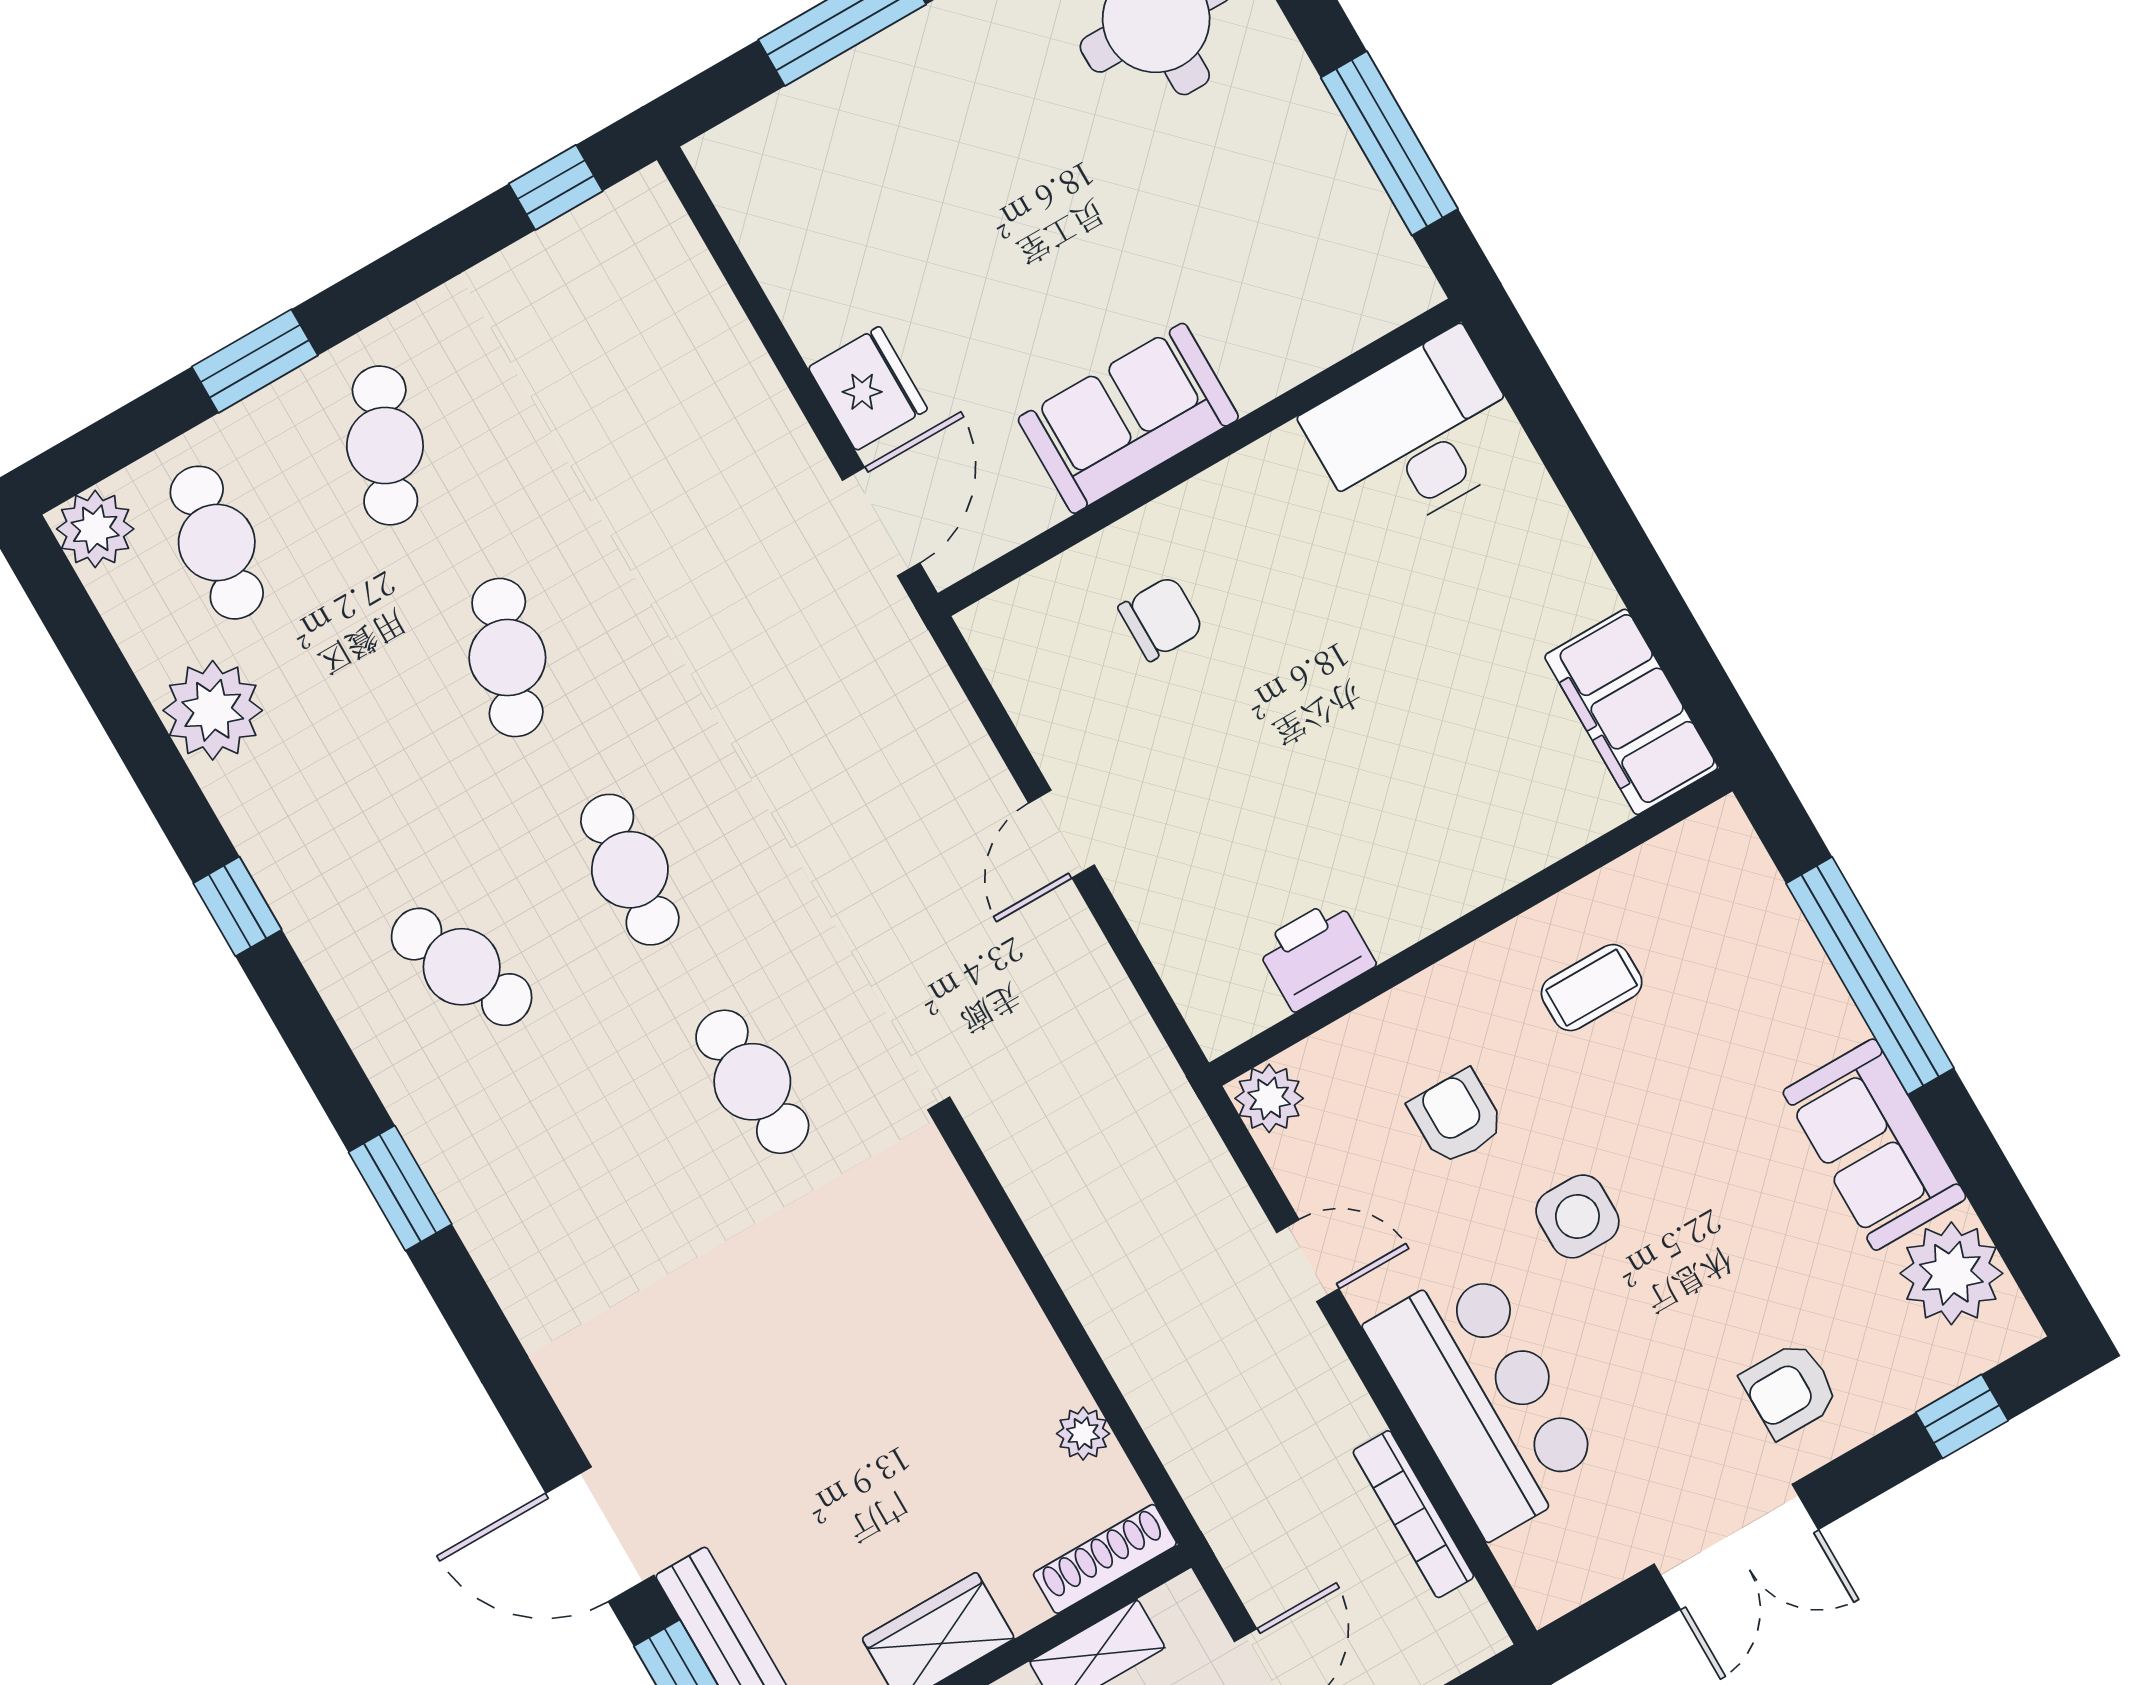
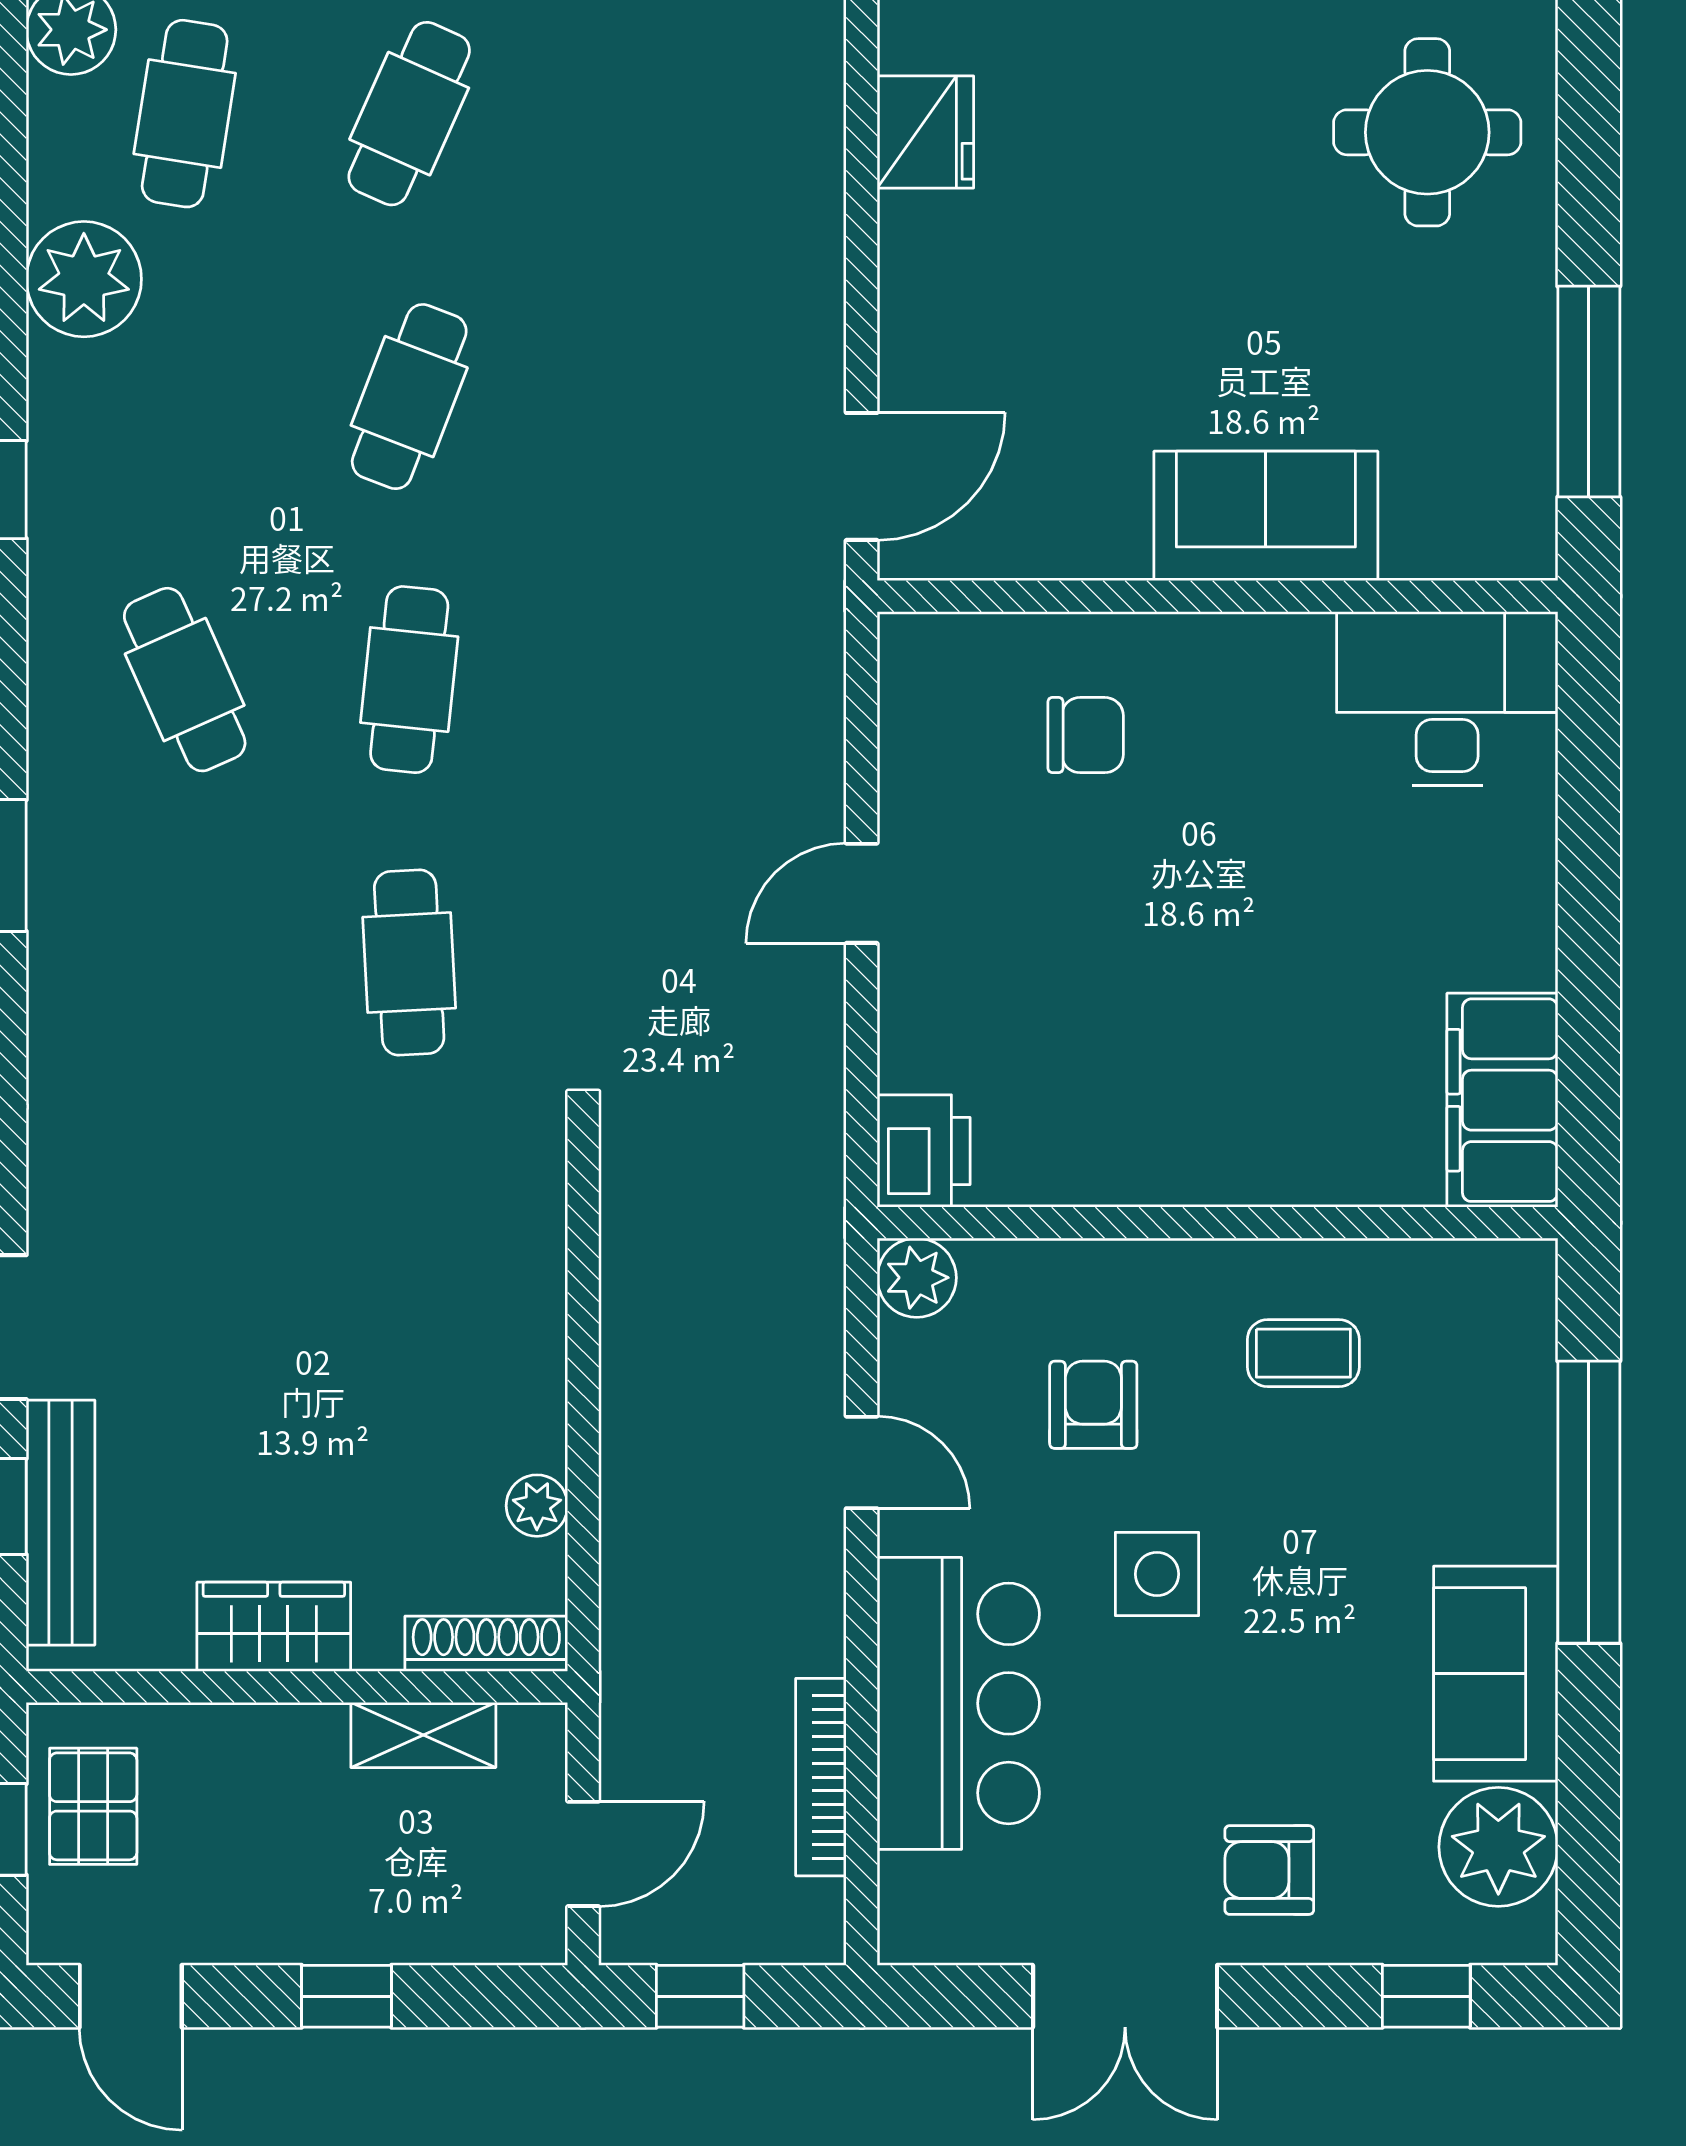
fridge: (868, 388) -> (925, 132), moved
sofa: (1128, 418) -> (1266, 516), moved
printer: (1316, 955) -> (924, 1151), moved, turned 90

